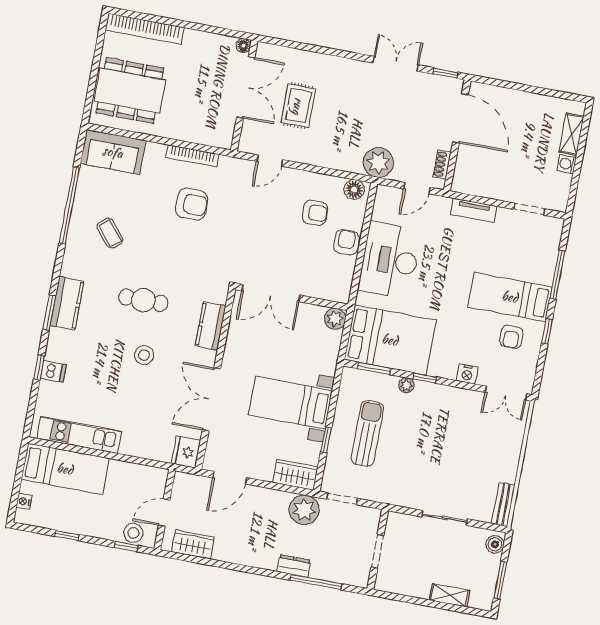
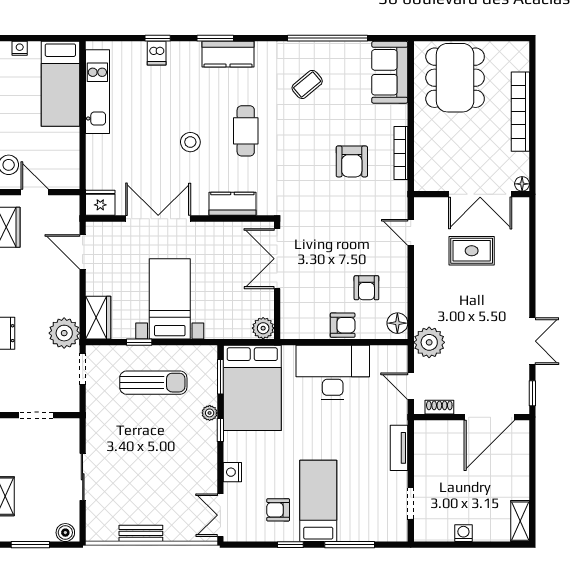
bookcase: (145, 29) -> (520, 112), moved
shelving: (572, 134) -> (520, 521), moved, turned 90
bench: (503, 504) -> (141, 533), moved

